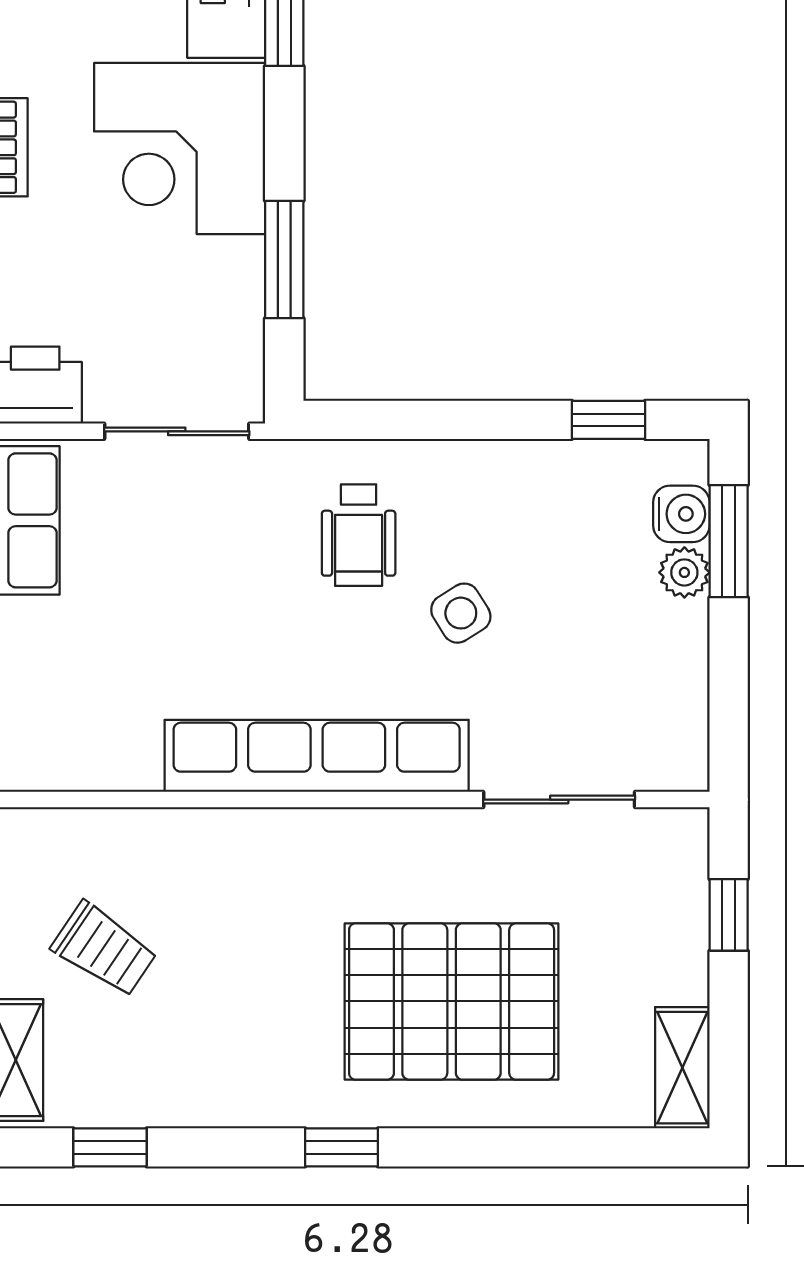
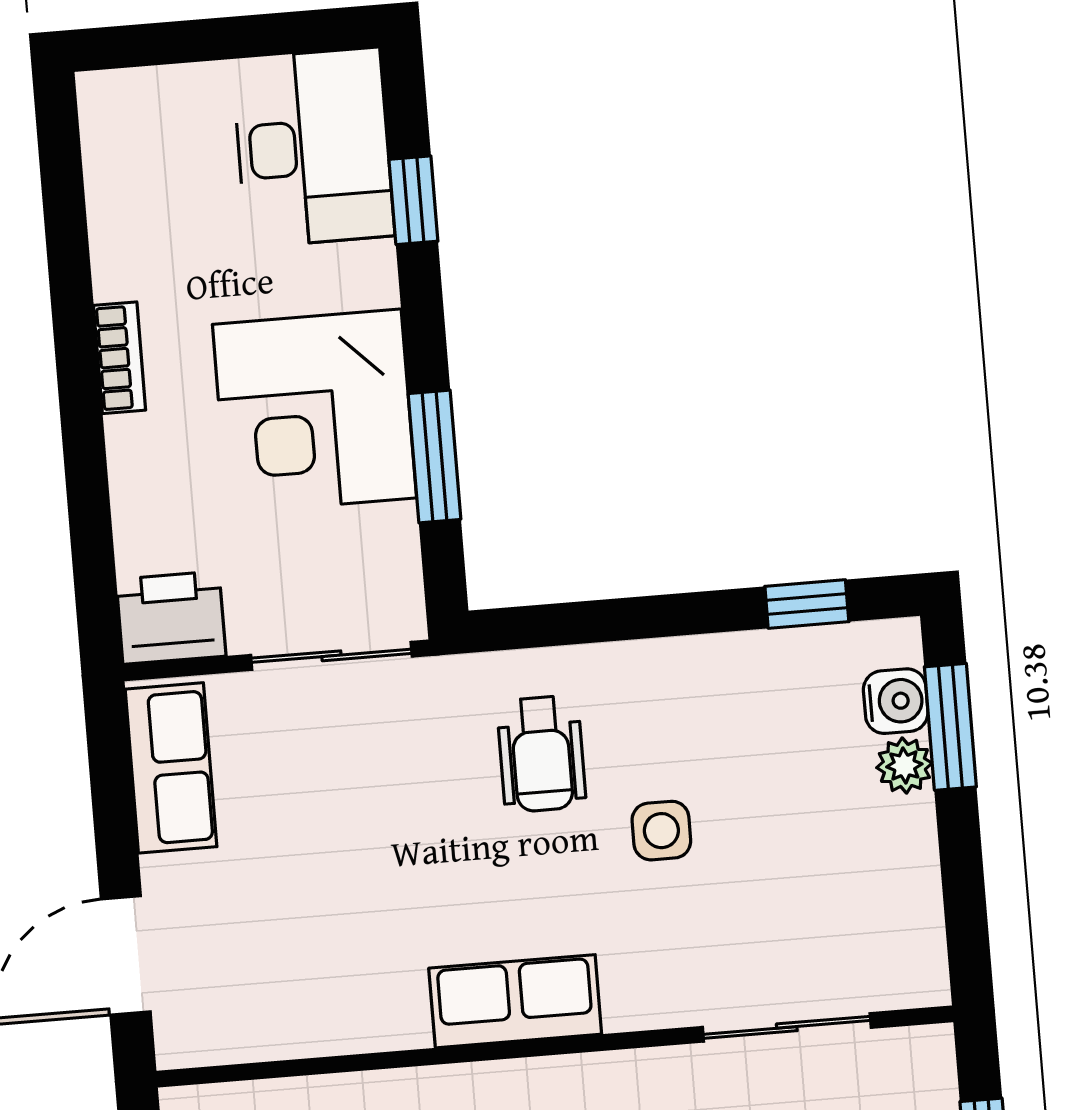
corner desk: (180, 149) -> (314, 411), moved
side table: (461, 613) -> (661, 831), turned 32
row of seats: (317, 756) -> (515, 1001), width x0.50

